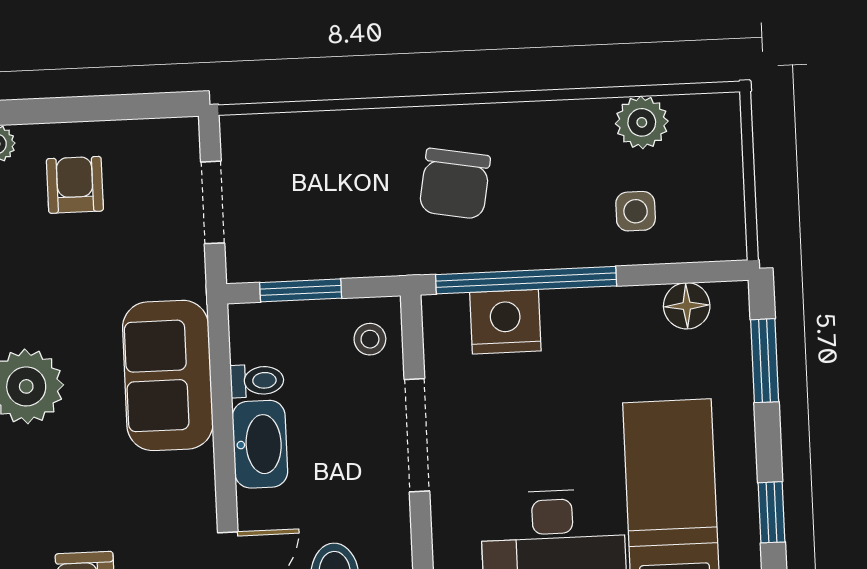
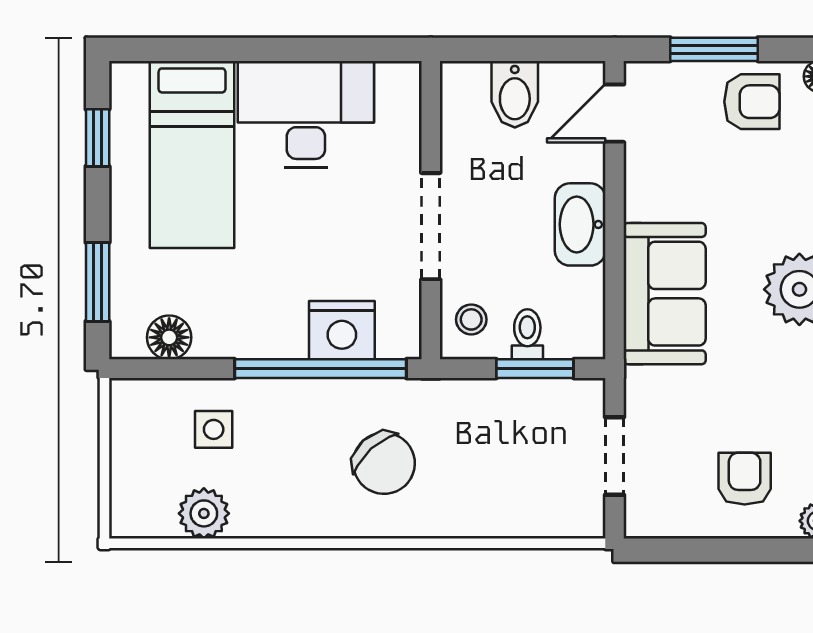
chair: (455, 184) -> (384, 463), turned 128
armchair: (75, 185) -> (745, 479), turned 180
toilet: (257, 381) -> (527, 334), moved, turned 90

